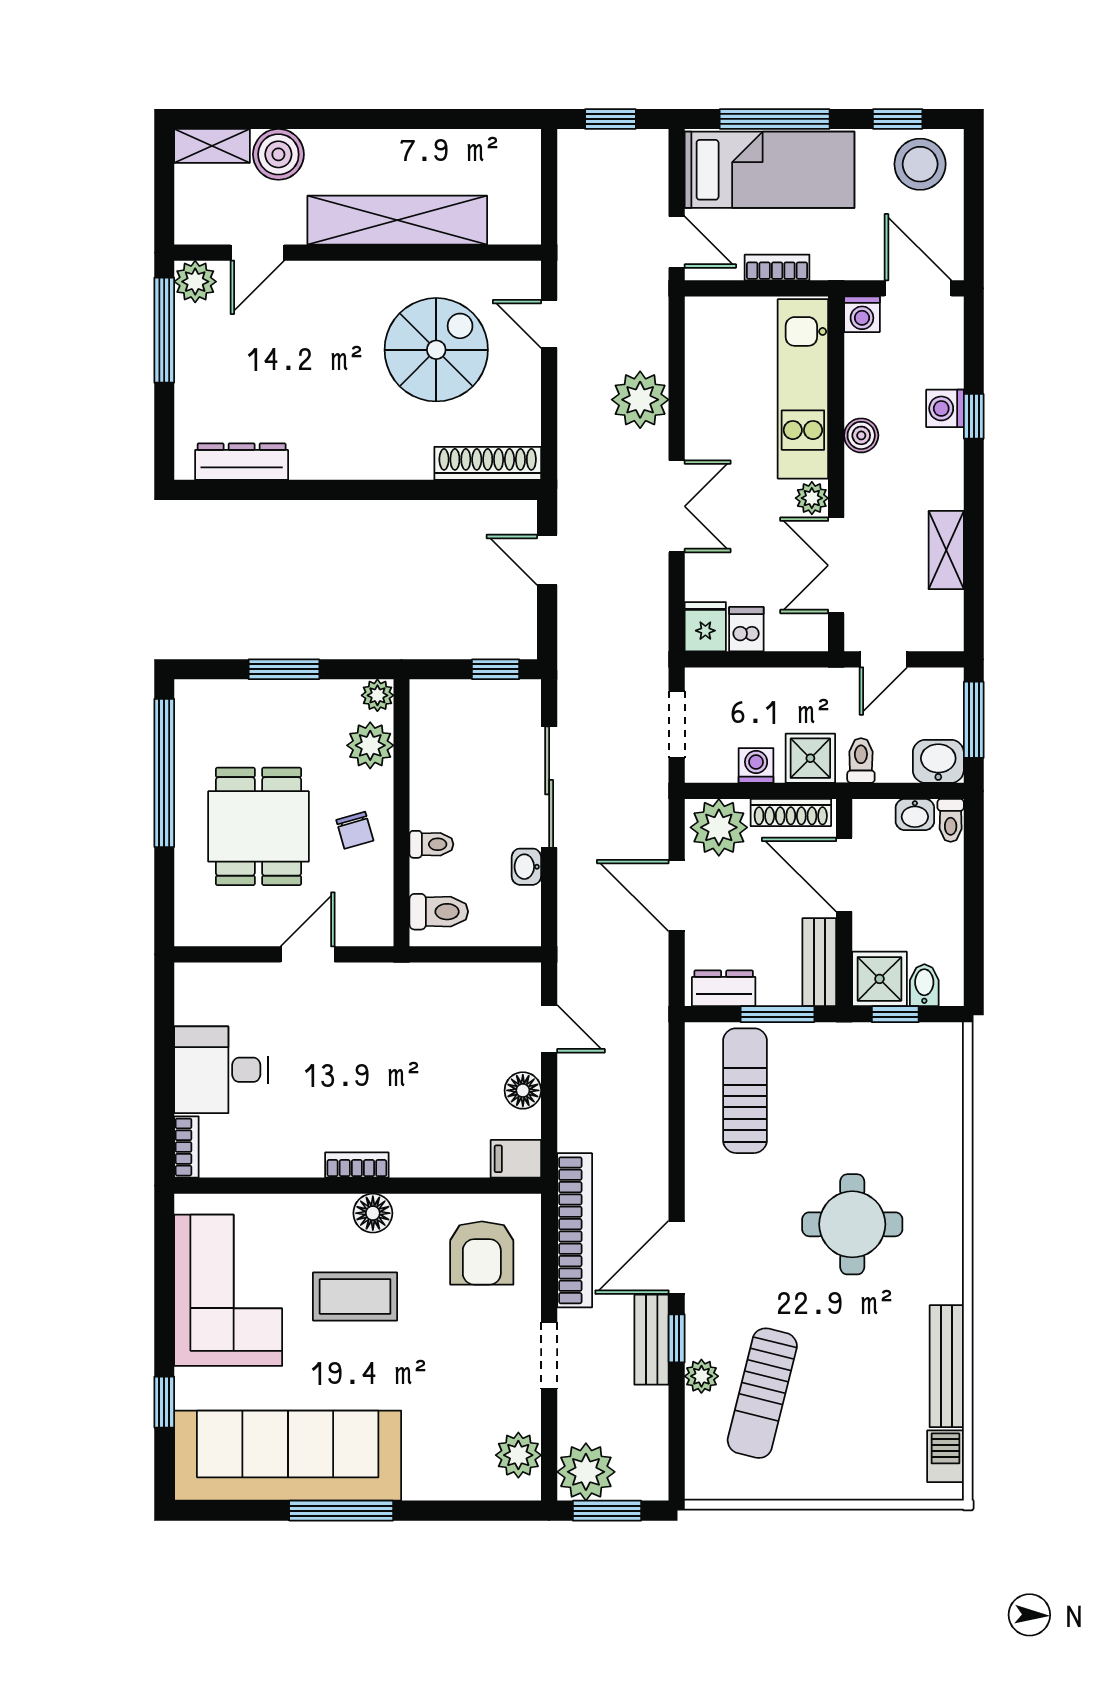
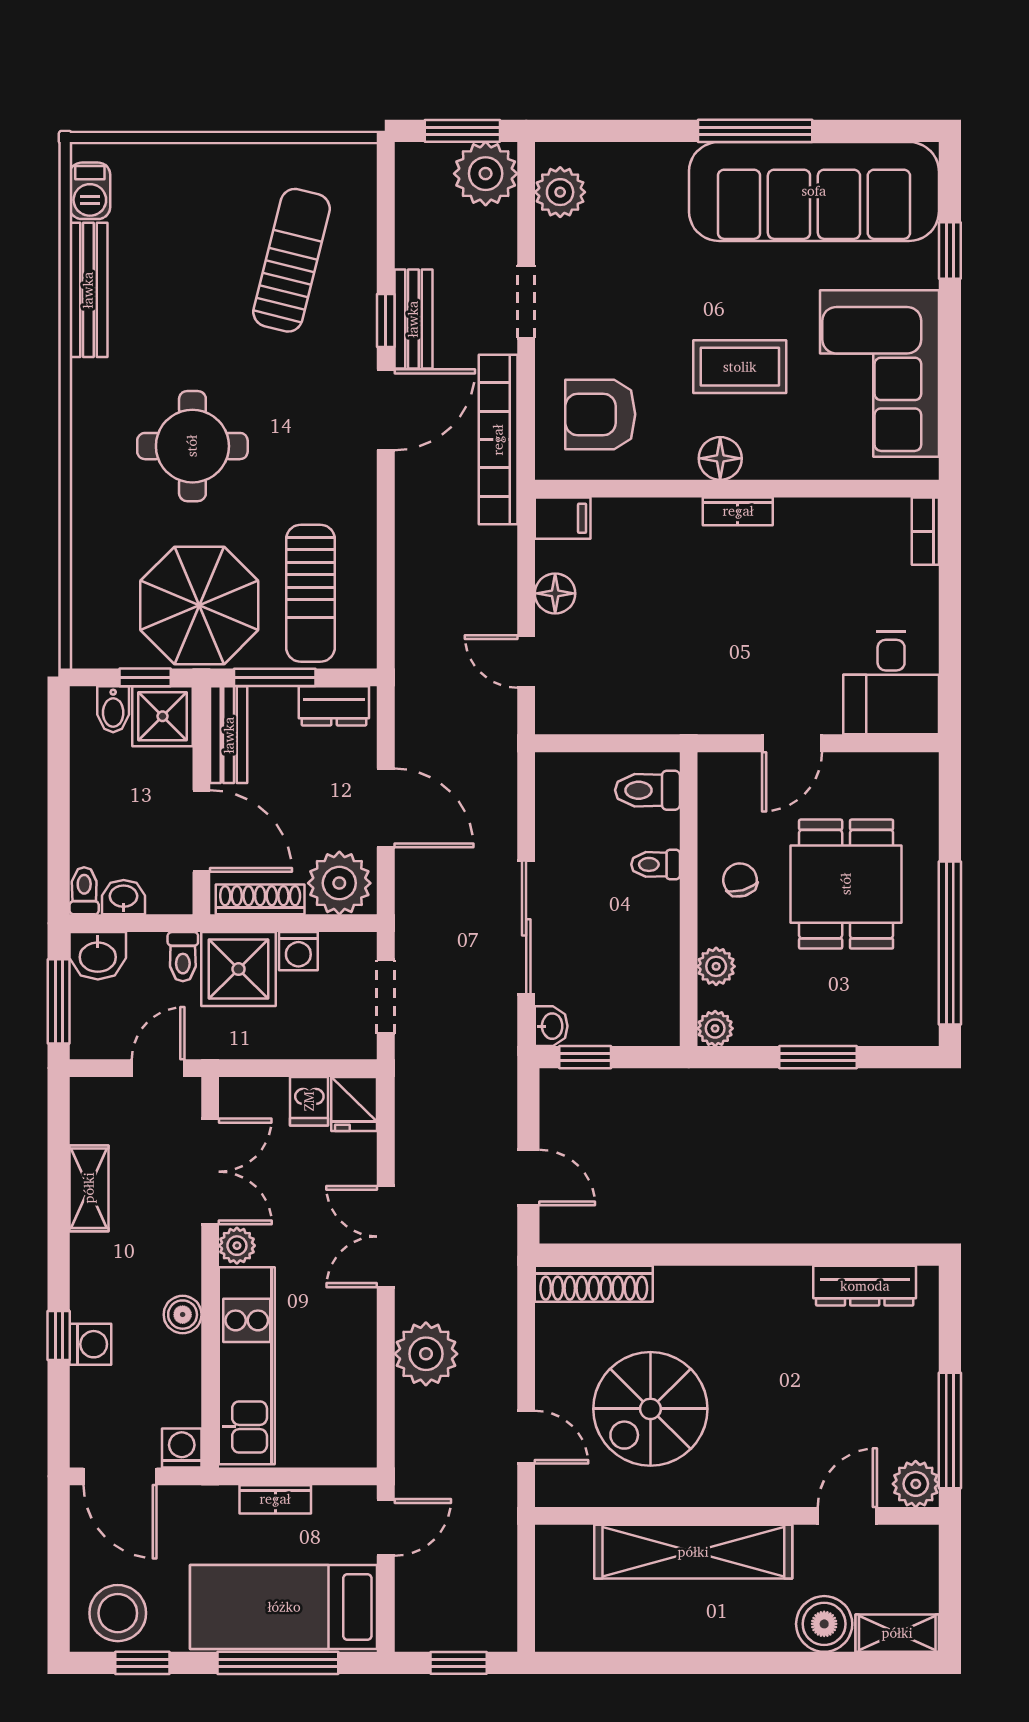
door: (677, 242) -> (386, 1527), swing flipped
plant: (370, 745) -> (716, 966), width x0.73, depth x0.73
shower: (810, 758) -> (239, 969), width x1.36, depth x1.36
washbasin: (526, 867) -> (551, 1026), moved
desk: (221, 1070) -> (891, 683), moved, turned 90
parasol: (846, 1080) -> (199, 605), added
armchair: (482, 1253) -> (600, 414), turned -90
plant: (701, 1376) -> (358, 279), removed

